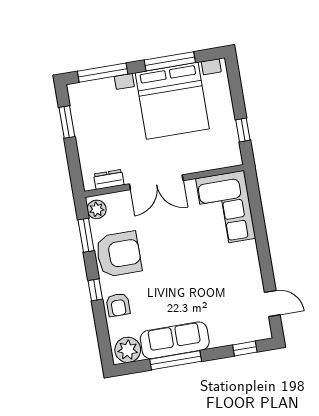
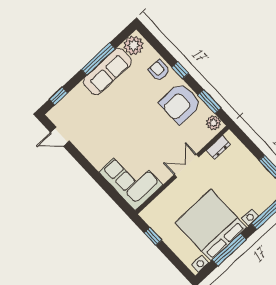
double door: (156, 182) -> (187, 166), width x0.73

